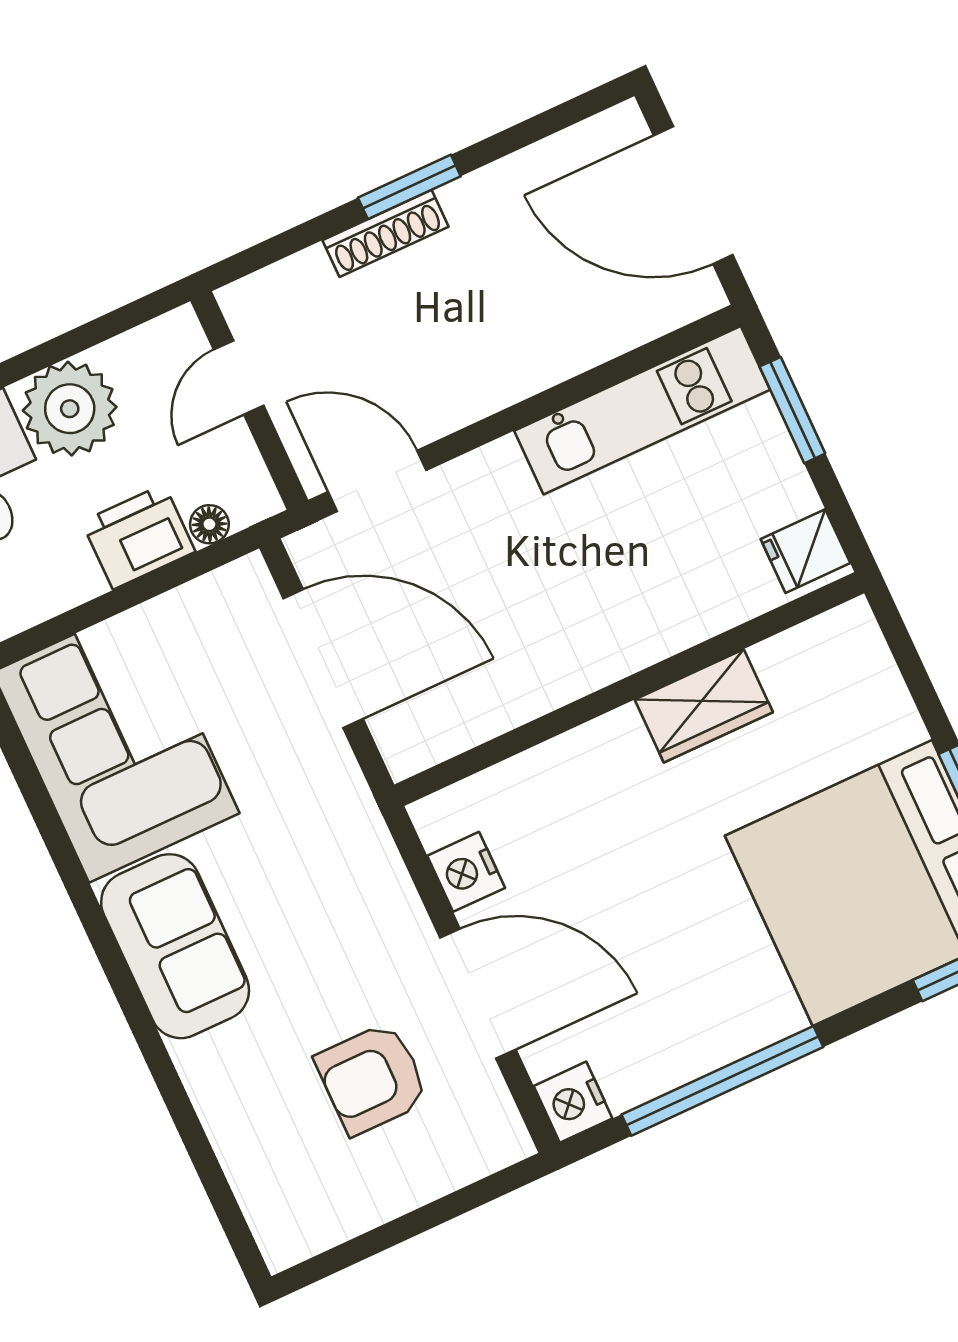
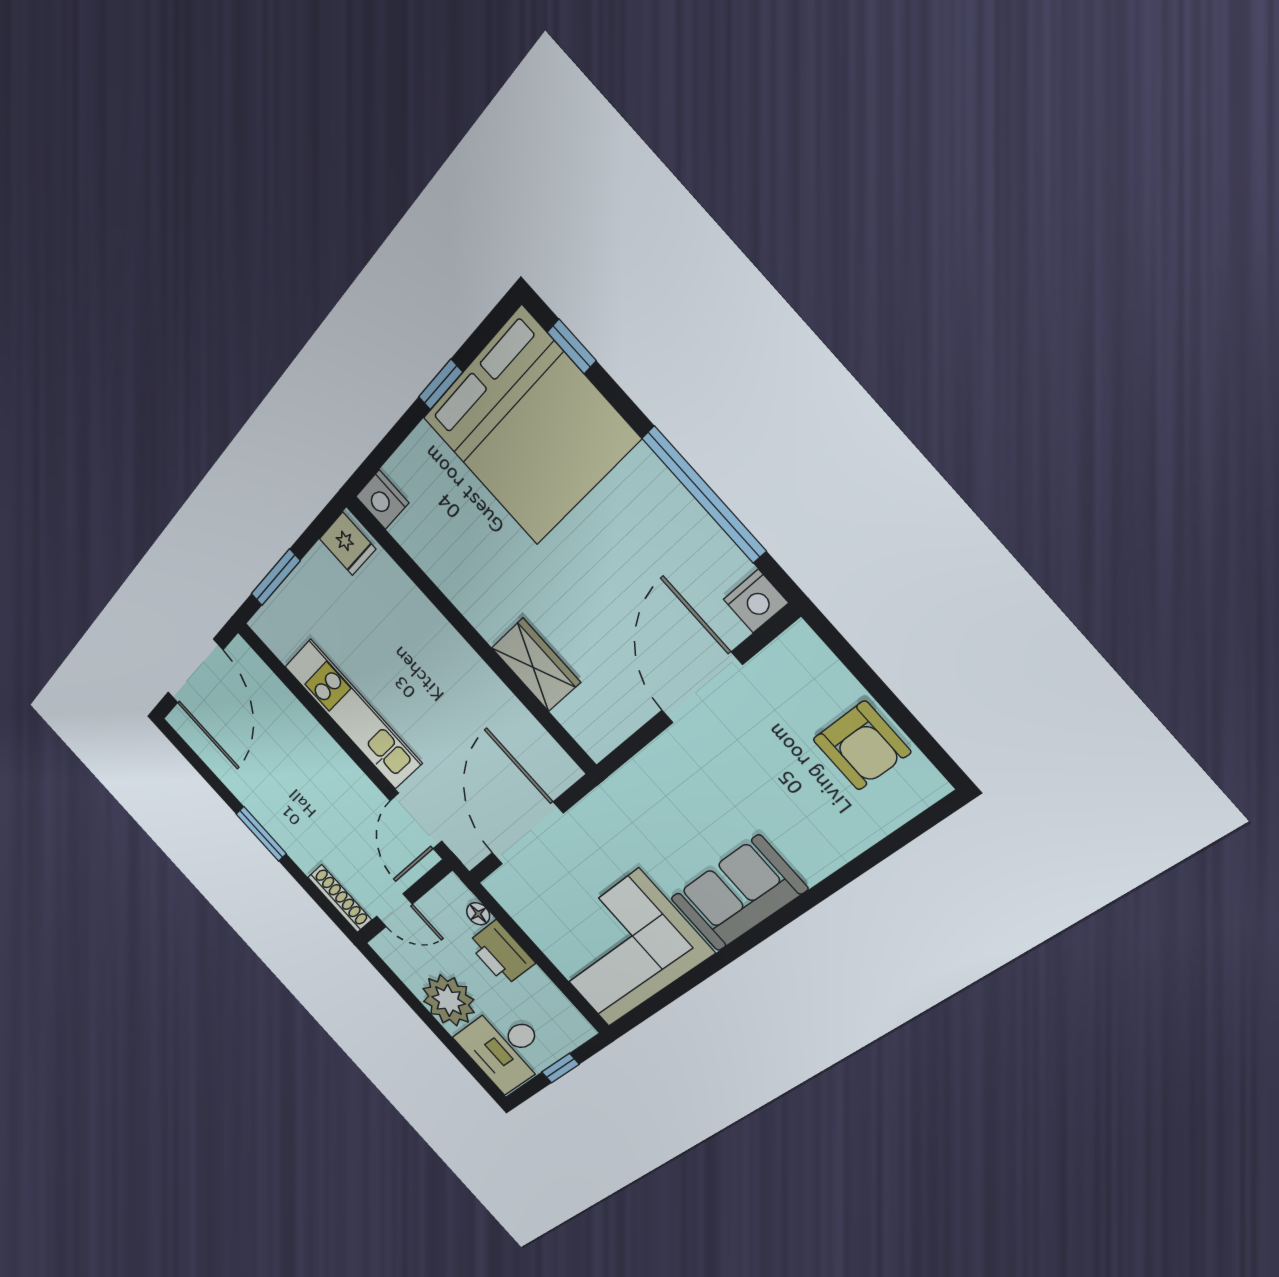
shoe rack: (385, 233) -> (340, 899), moved
kitchen unit: (642, 410) -> (353, 715), moved
wardrobe: (704, 706) -> (536, 665), moved
nightstand: (466, 872) -> (382, 500), moved, turned 90
armchair: (372, 1079) -> (862, 746), moved

